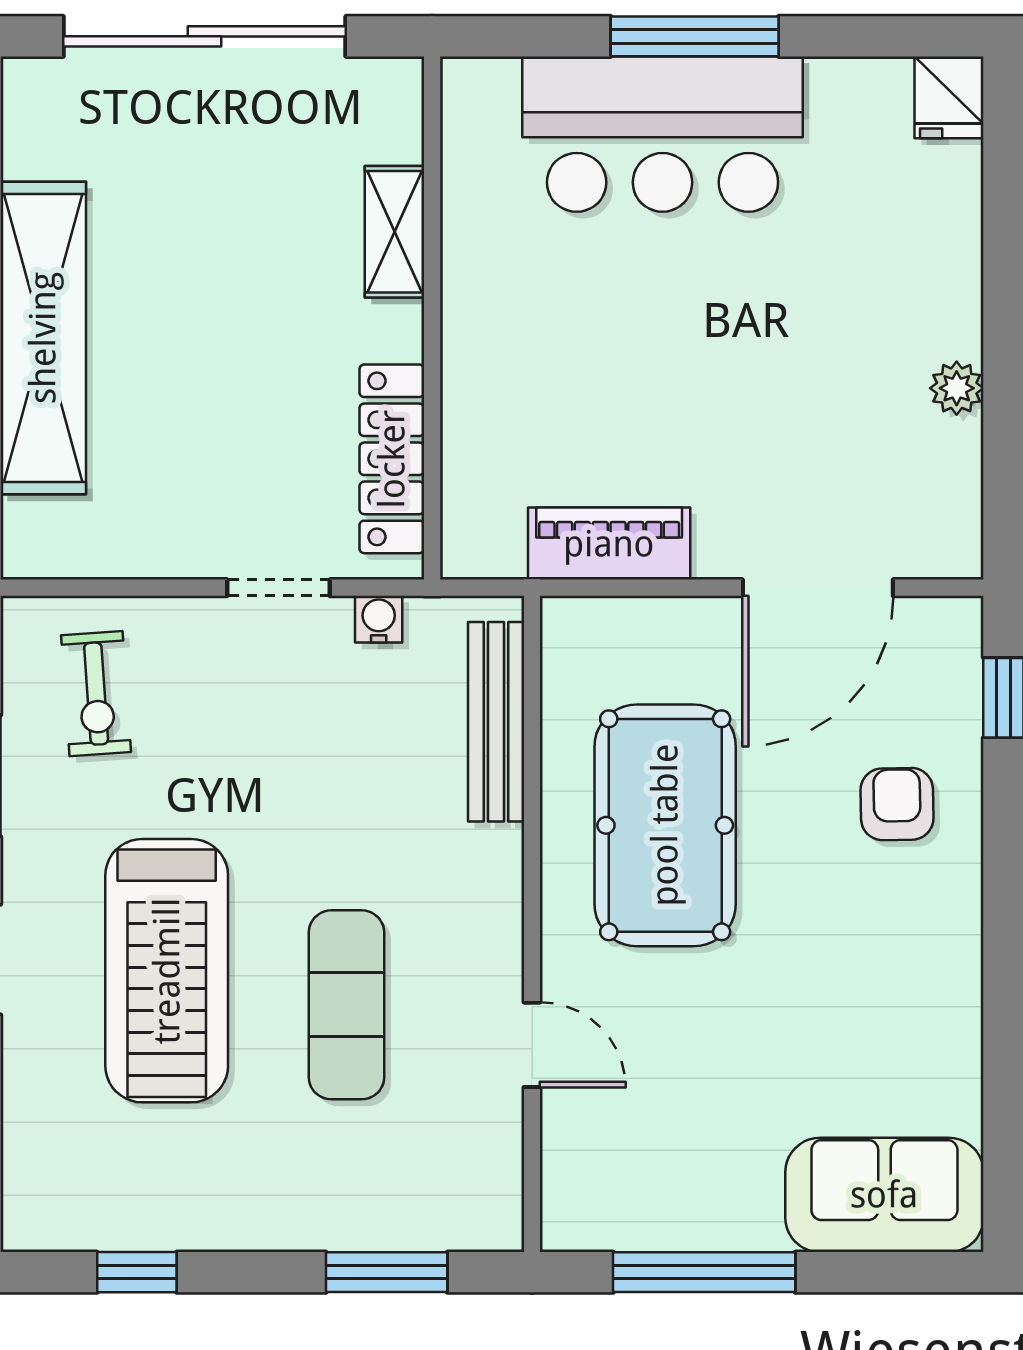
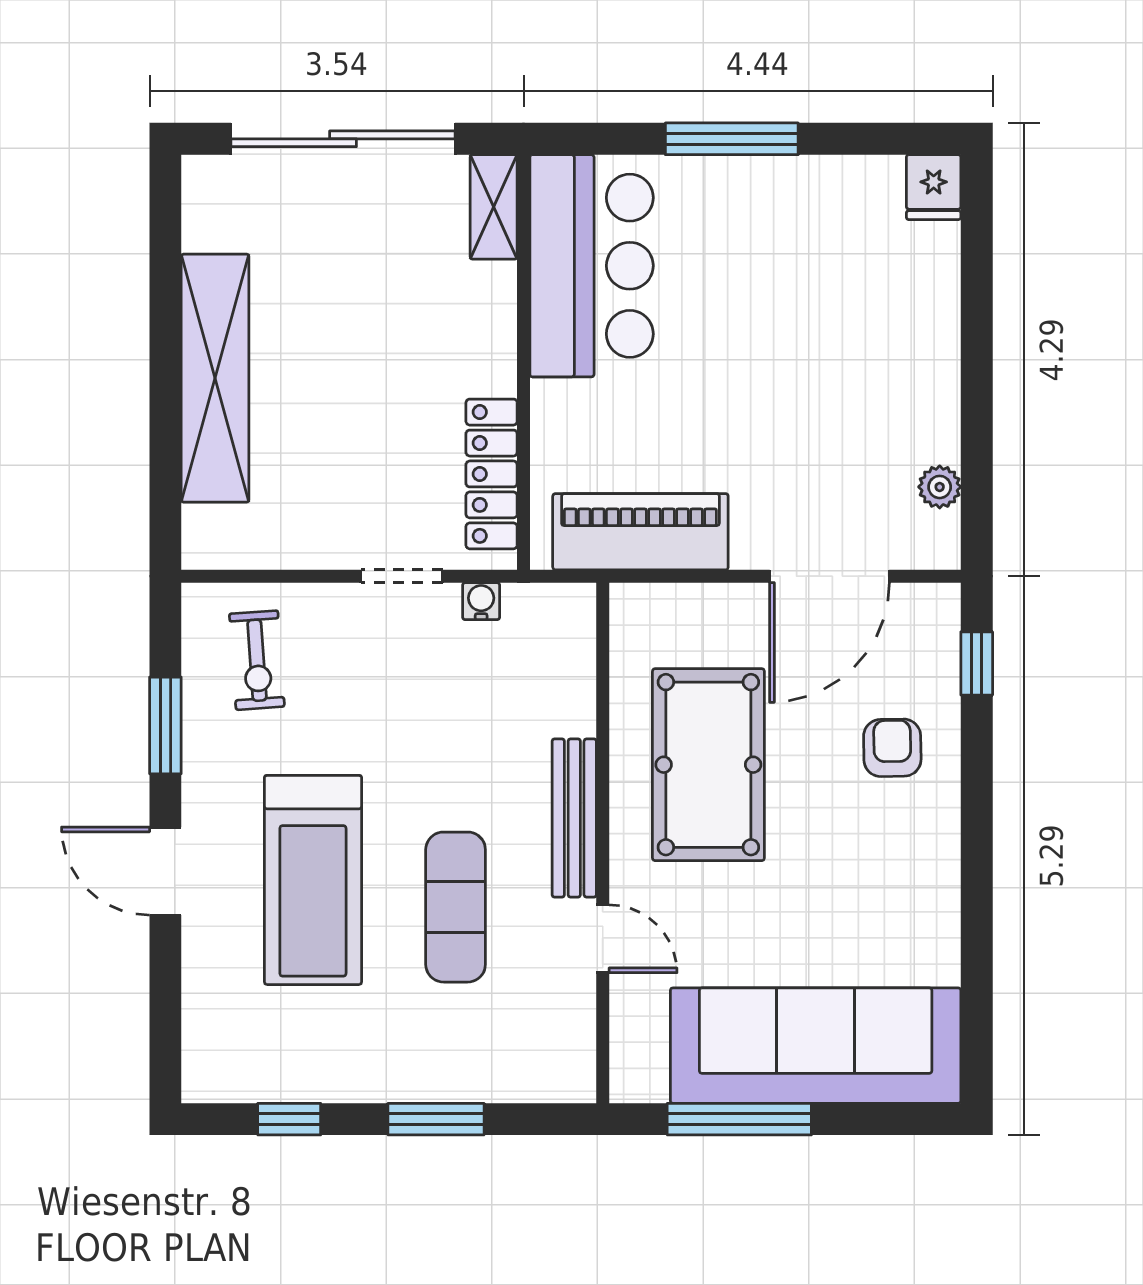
bar counter: (663, 134) -> (592, 266), moved, turned -90
shelving: (394, 232) -> (494, 207), moved
plant: (957, 388) -> (940, 487), moved
piano: (609, 544) -> (640, 532), width x1.37, depth x1.33
bench: (496, 722) -> (574, 818), moved
sofa: (884, 1195) -> (816, 1046), width x1.85, depth x1.27
window: (387, 1272) -> (436, 1119), moved

